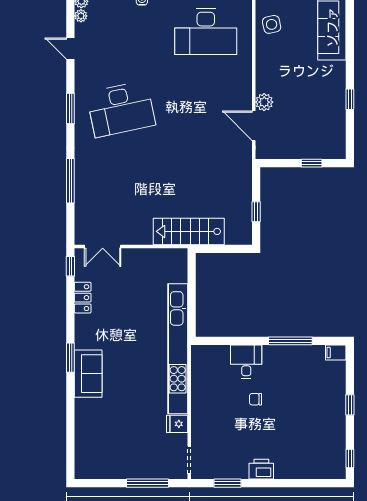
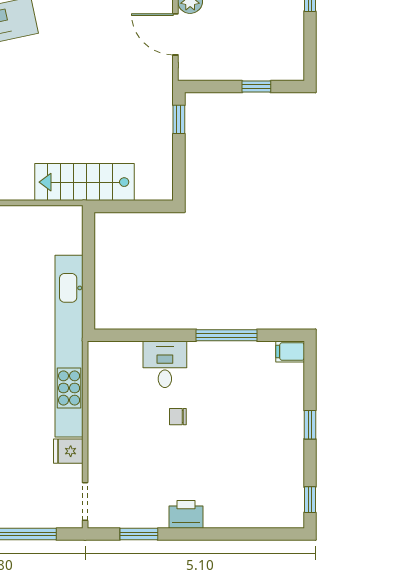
window: (256, 212) -> (179, 119), moved

